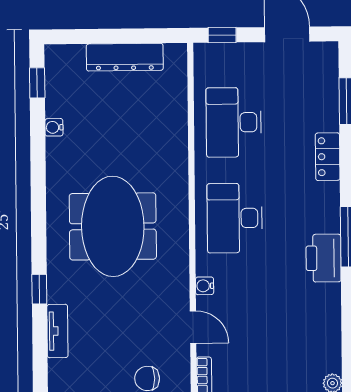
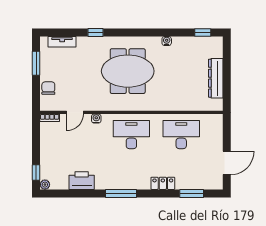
window: (222, 35) -> (227, 129), removed
water cooler: (54, 127) -> (167, 41), moved
printer: (324, 258) -> (82, 181), moved
tv unit: (57, 331) -> (62, 42), moved

